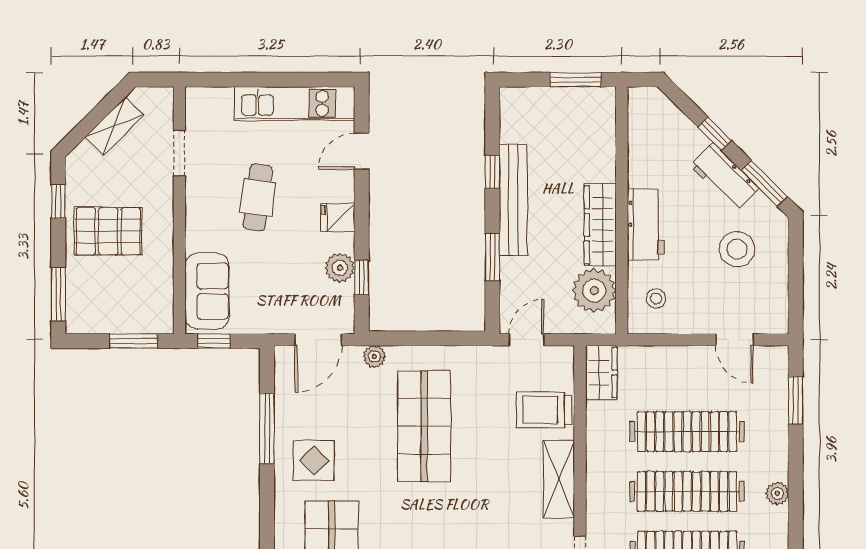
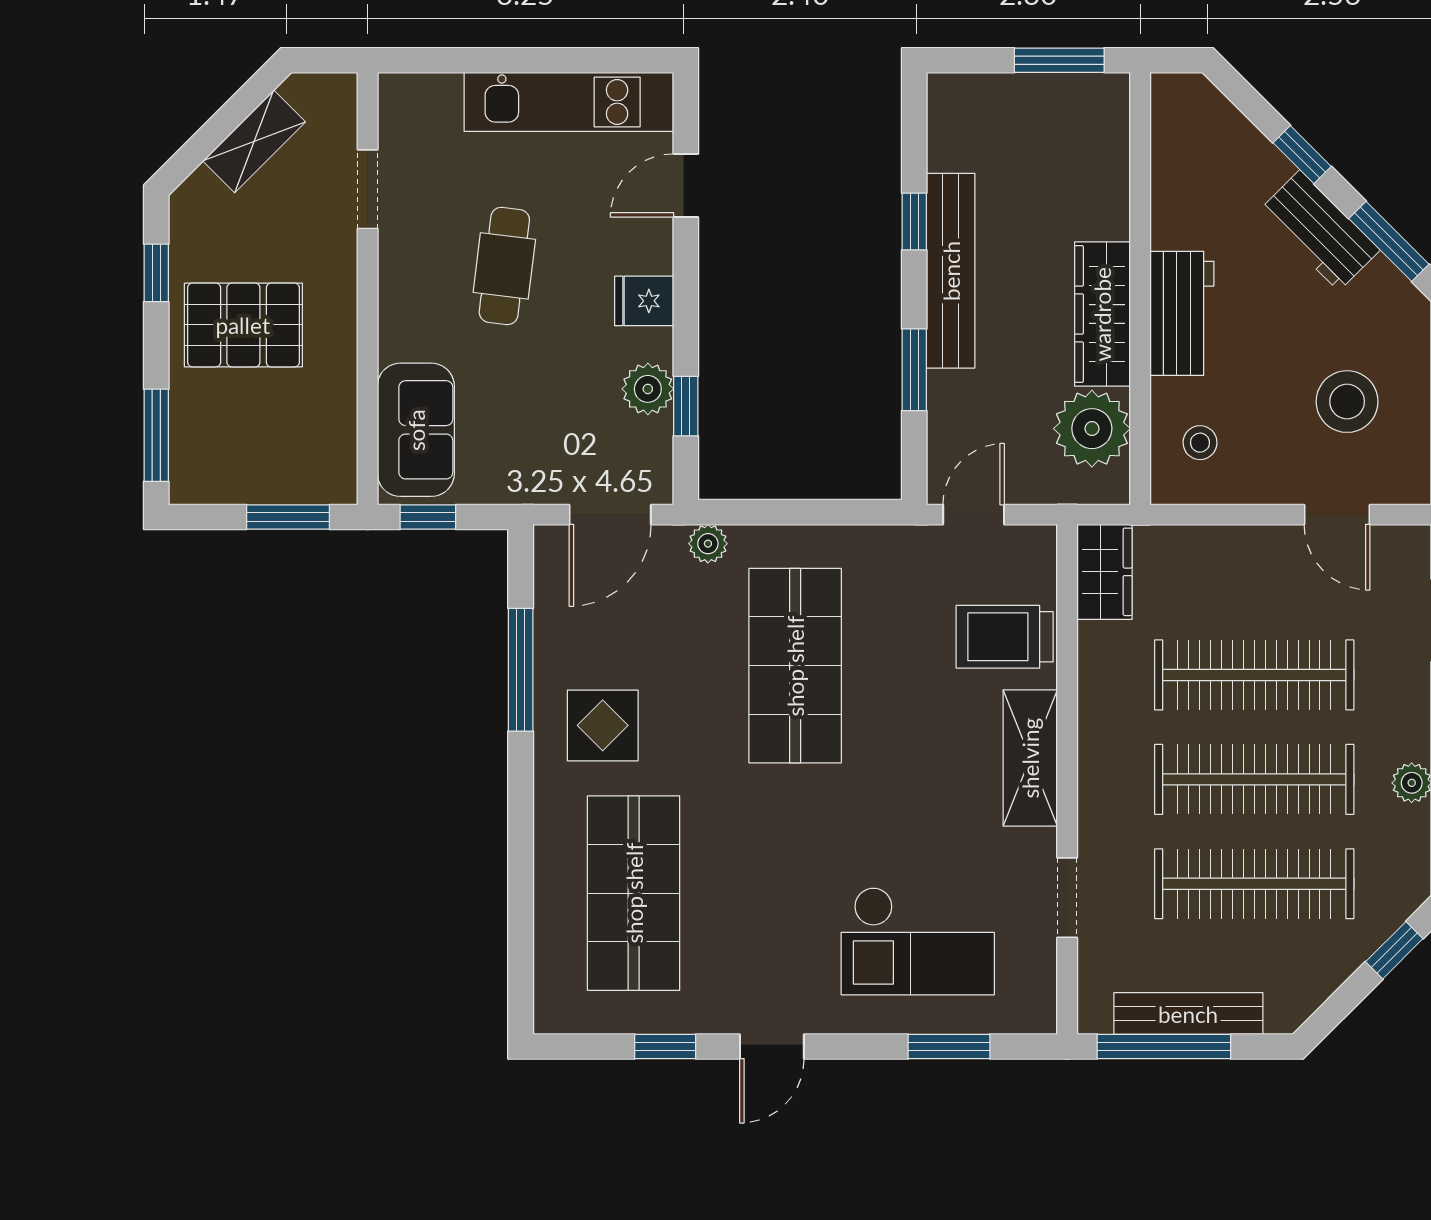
stool: (737, 249) -> (1347, 402), moved

